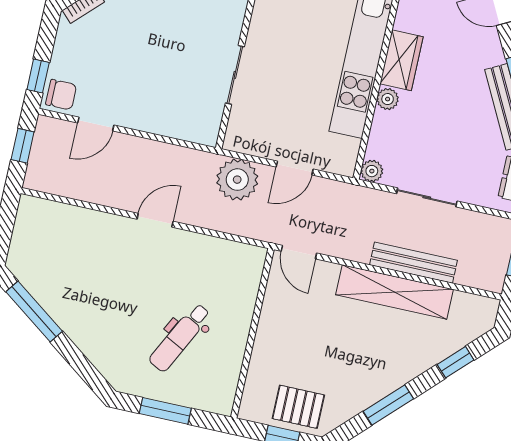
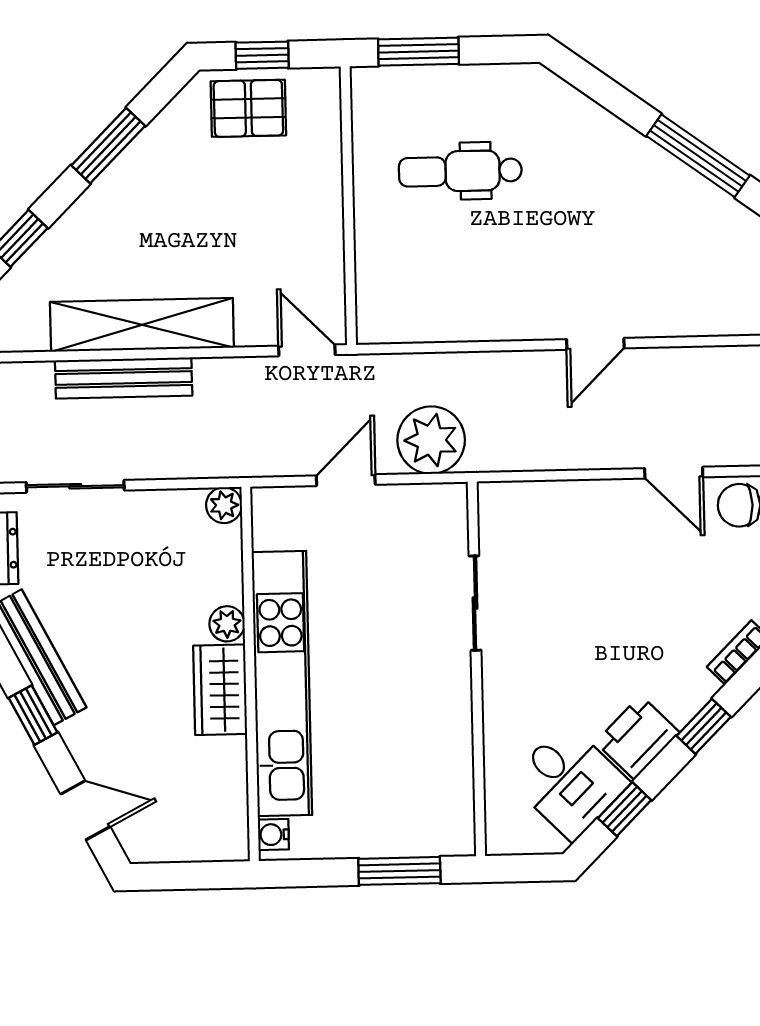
door: (96, 124) -> (674, 473), swing flipped
sliding door: (427, 197) -> (75, 486), moved
door: (155, 220) -> (595, 344), moved
dental chair: (180, 337) -> (460, 171), turned -117
window: (165, 411) -> (419, 52), moved

